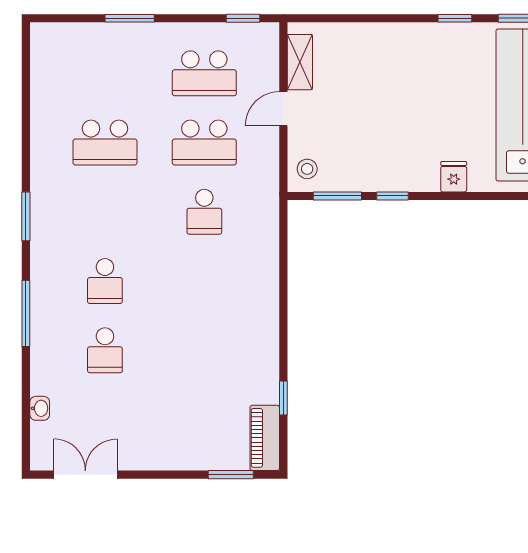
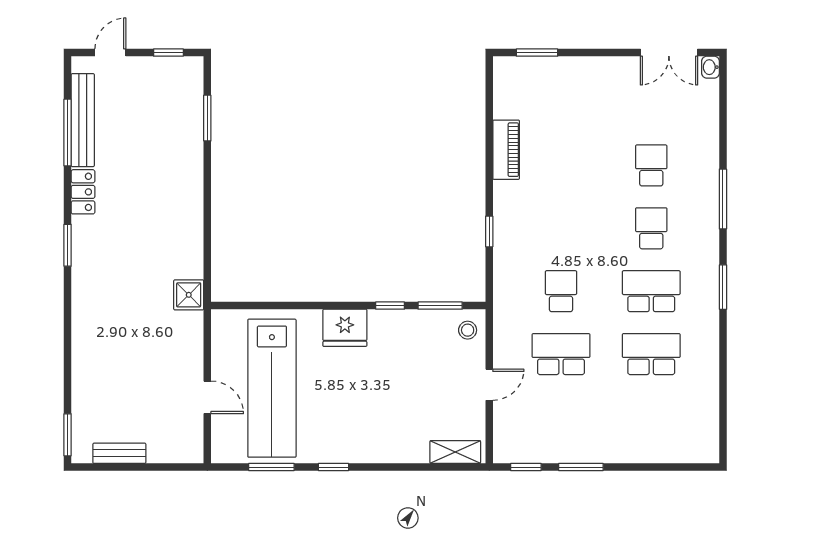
window: (130, 18) -> (581, 467), moved
shelving: (300, 62) -> (455, 452), moved, turned 90
school desk: (204, 73) -> (651, 291), moved
fridge: (454, 177) -> (345, 328), width x1.88, depth x1.34
window: (283, 398) -> (489, 231), moved
washbasin: (40, 408) -> (710, 67), moved
piano: (265, 438) -> (506, 150), moved

